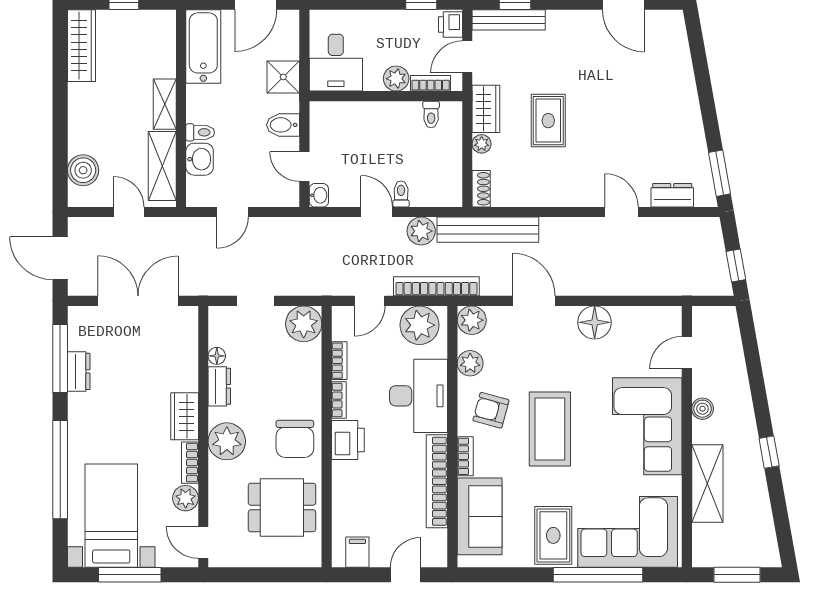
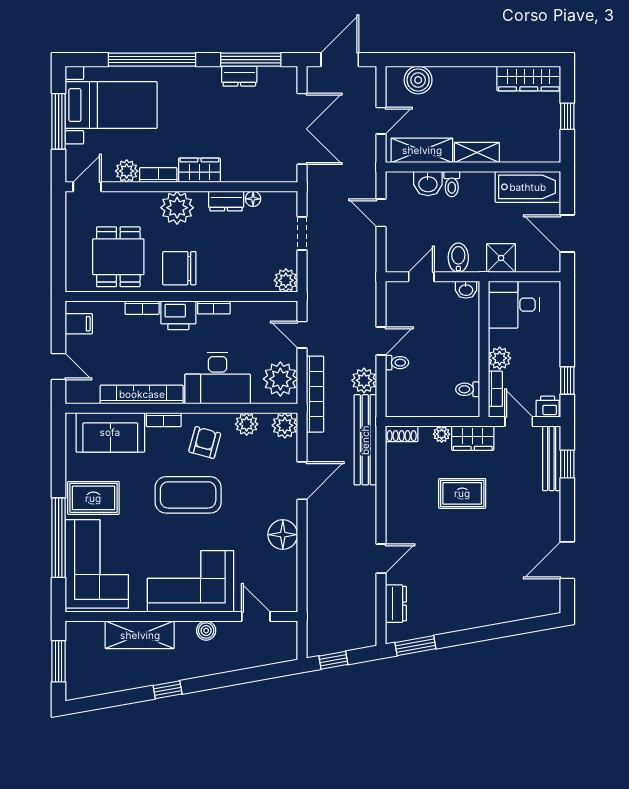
washbasin: (319, 195) -> (466, 290), moved
plant: (304, 324) -> (286, 280), width x0.73, depth x0.73
bookcase: (339, 361) -> (142, 308), moved

